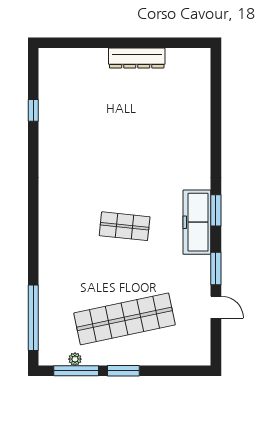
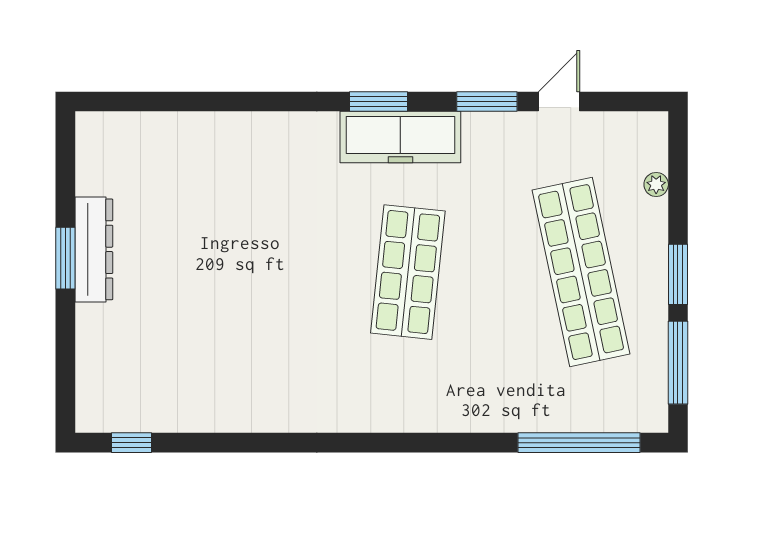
window: (132, 43) -> (65, 258), added
window: (33, 110) -> (132, 443), moved
shop shelf: (125, 226) -> (408, 272), width x1.43, depth x1.36
plant: (75, 359) -> (656, 184), moved

